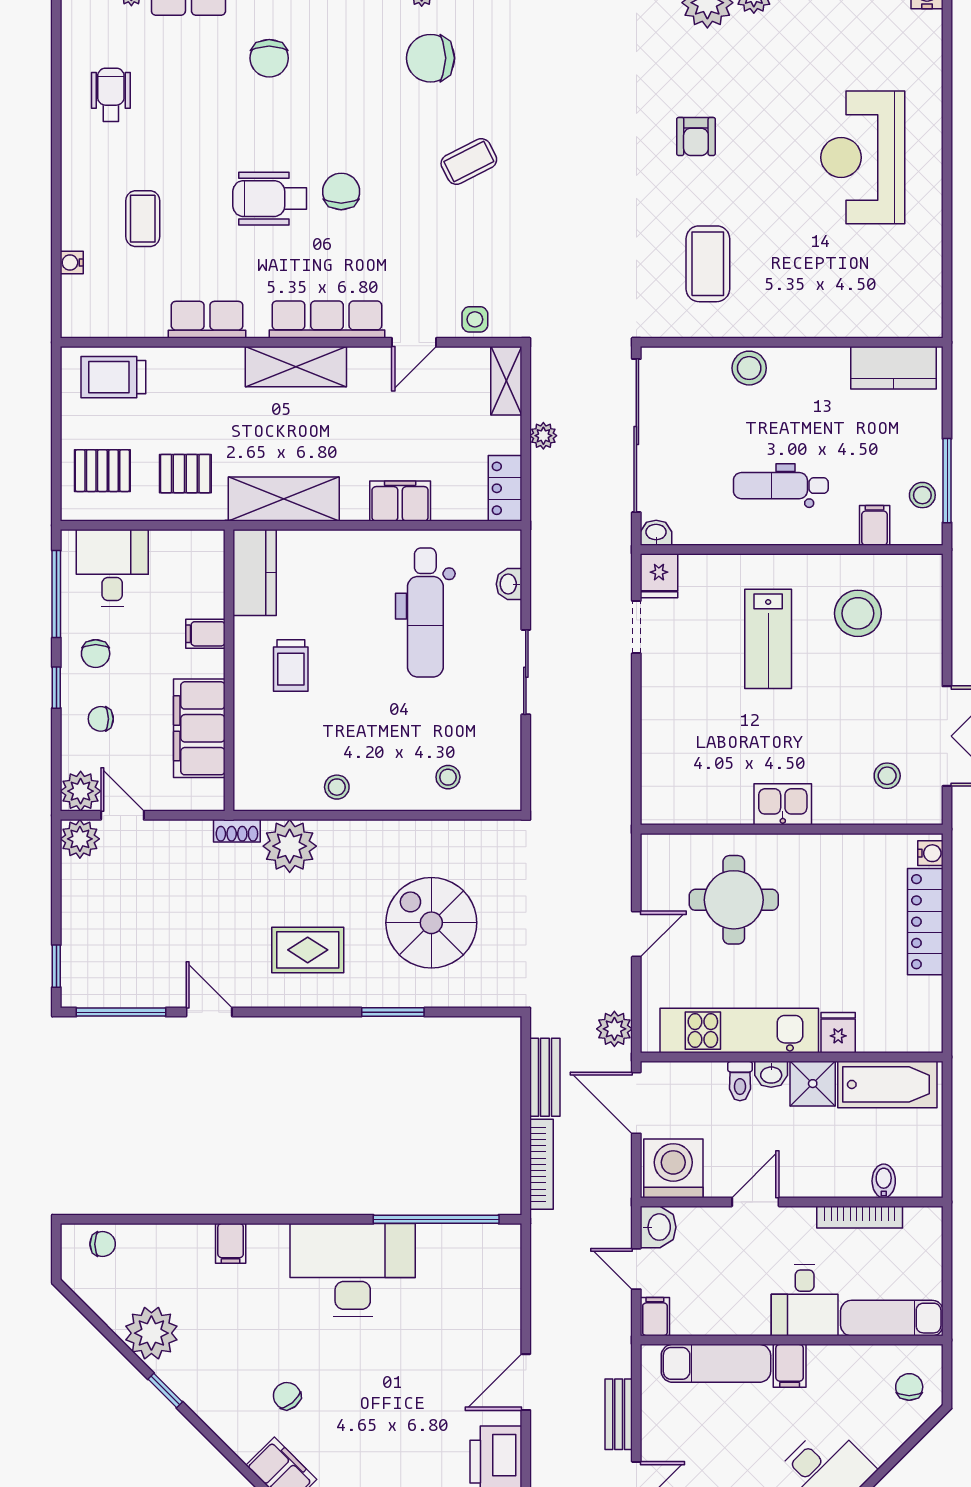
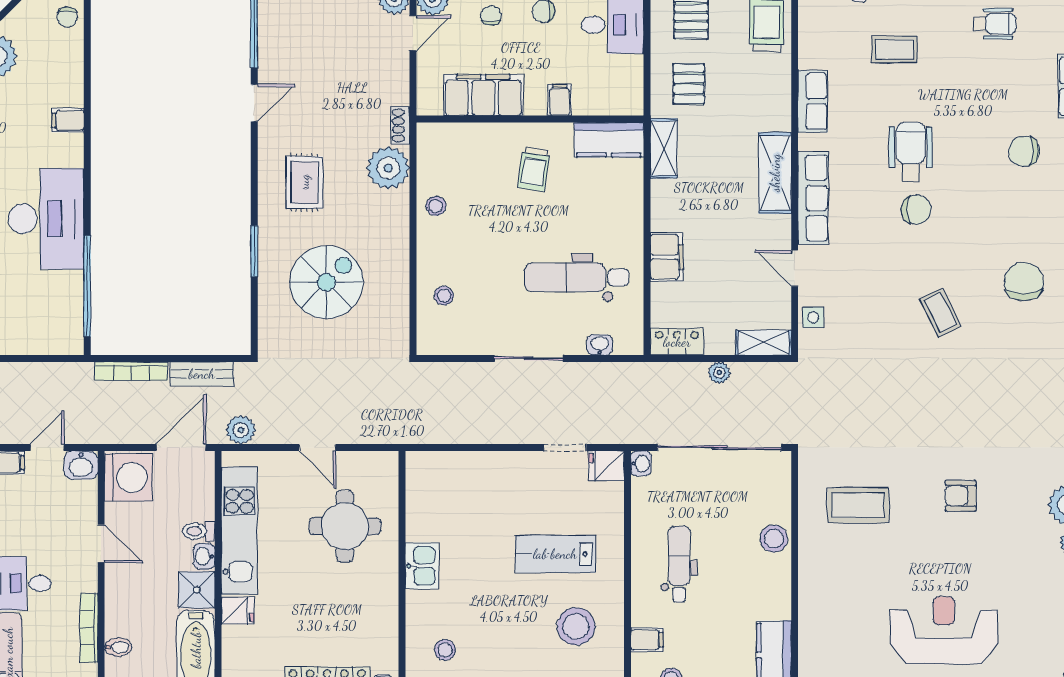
shelving: (284, 499) -> (664, 148), width x0.67, depth x0.75
trolley: (291, 665) -> (534, 169), turned -82

